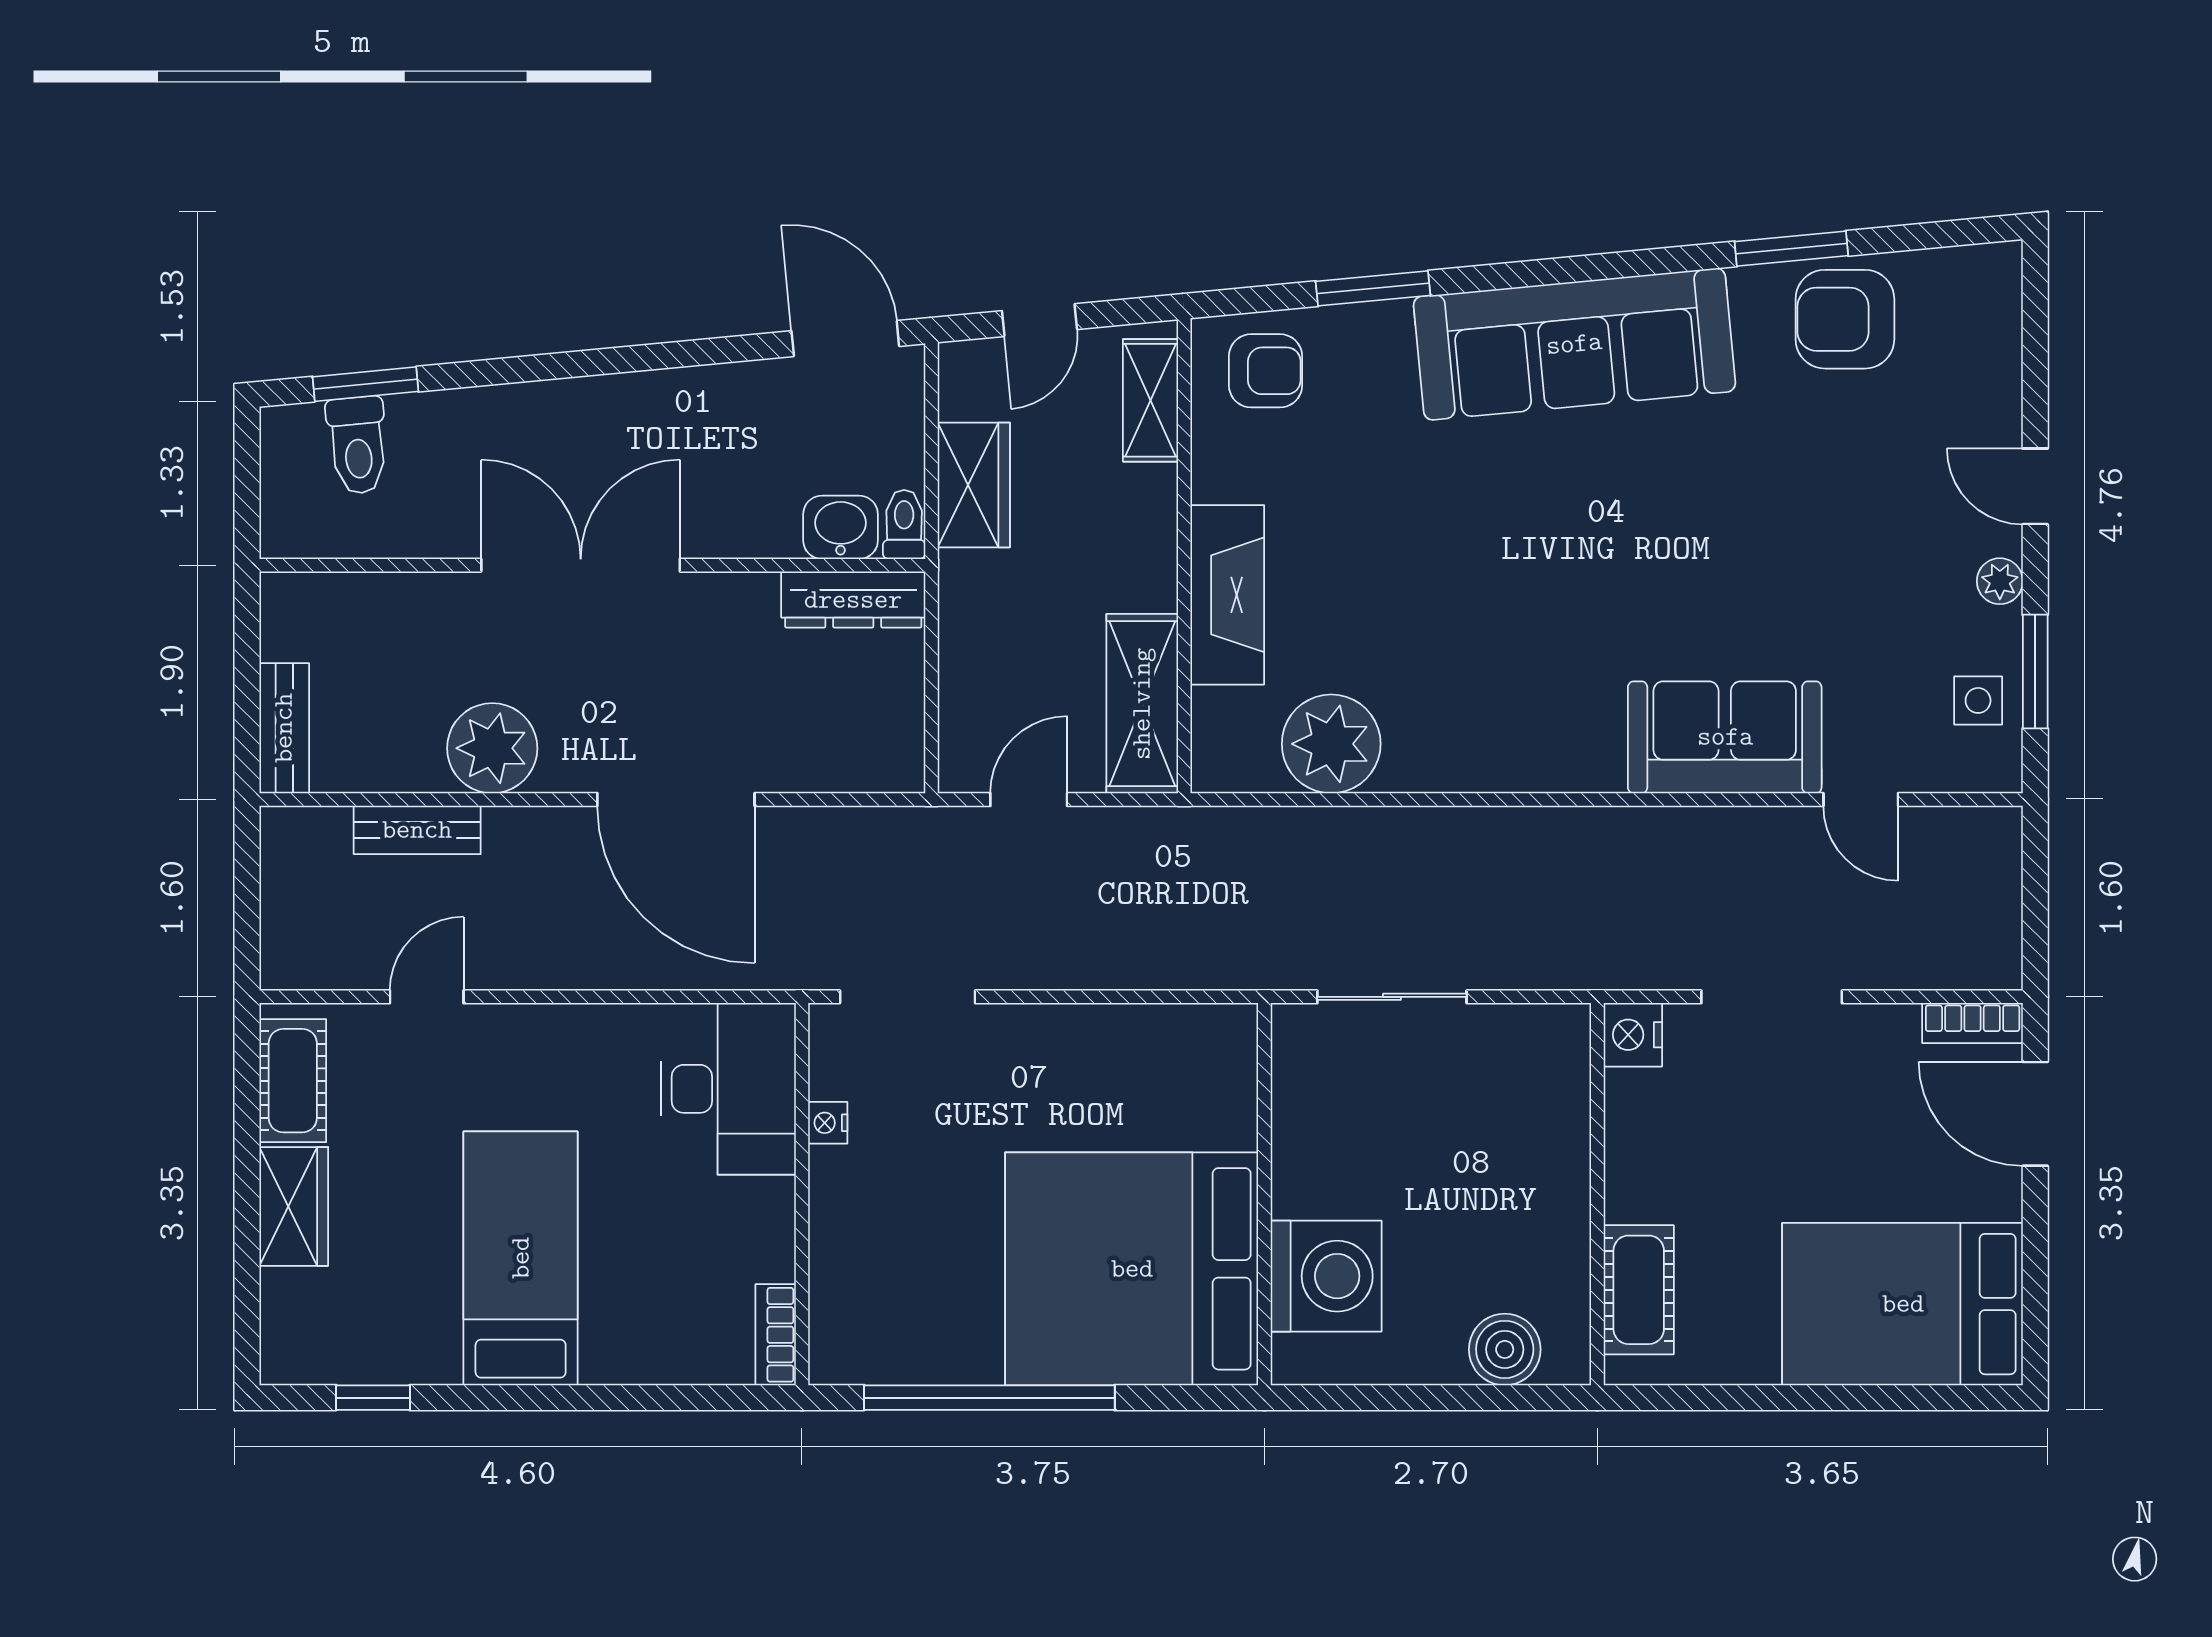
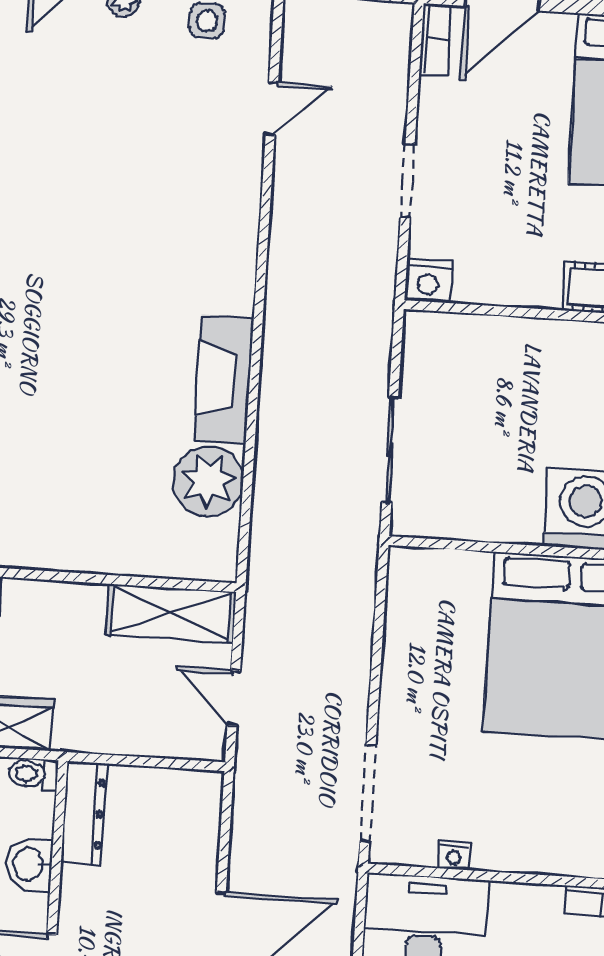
washbasin: (841, 527) -> (29, 864), moved
fireplace: (1227, 595) -> (224, 380), moved, turned -90
sofa: (1725, 737) -> (222, 202), removed
doorway: (1772, 997) -> (408, 181), width x0.73

